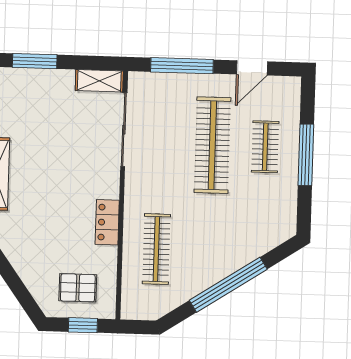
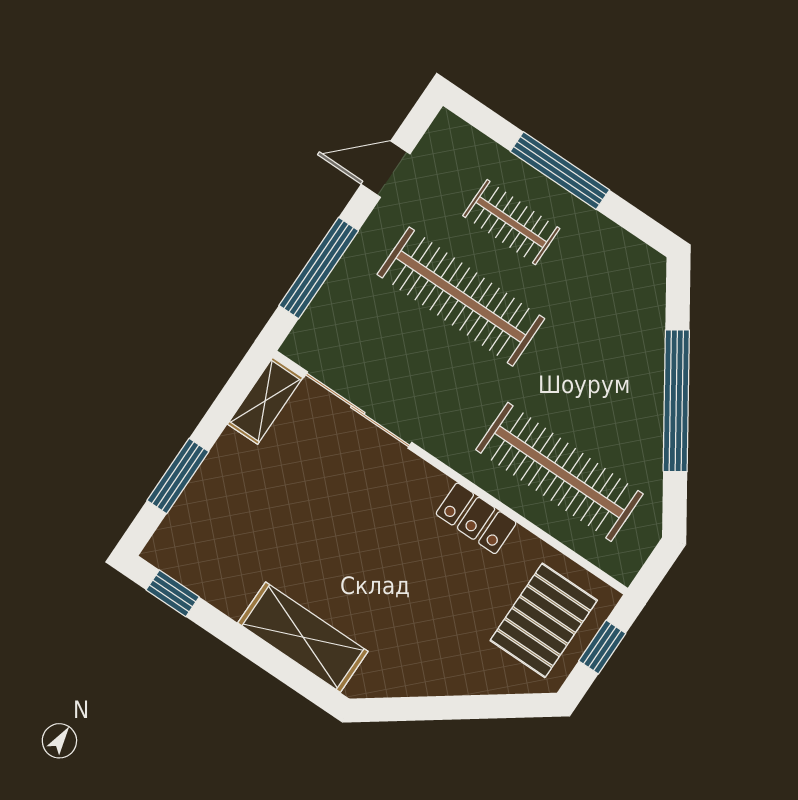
door: (252, 68) -> (386, 169), swing flipped
clothes rail: (156, 249) -> (559, 472), width x1.37, depth x1.31
pallet: (78, 288) -> (544, 620), width x1.50, depth x1.42

